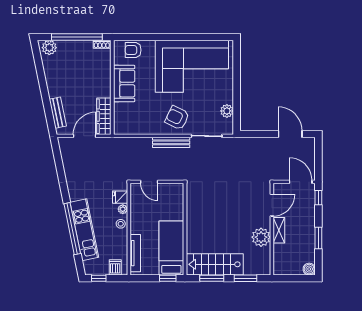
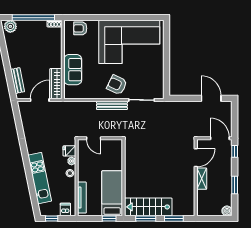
sofa: (124, 84) -> (73, 70), moved
plant: (227, 111) -> (158, 79), removed
window: (72, 229) -> (30, 177), removed
plant: (261, 237) -> (187, 184), removed

